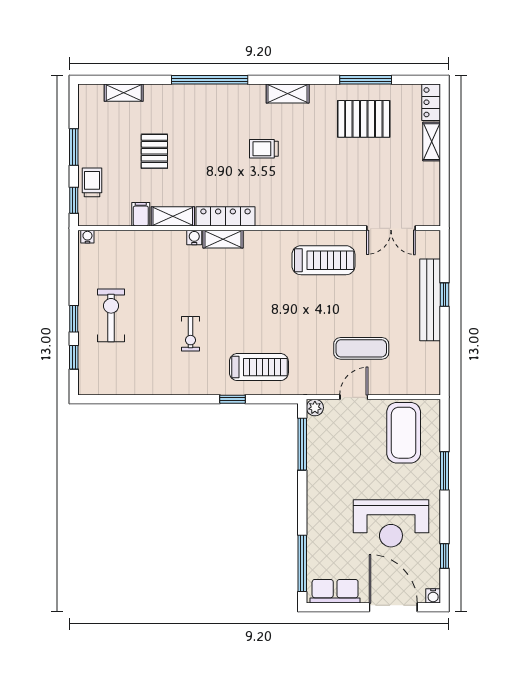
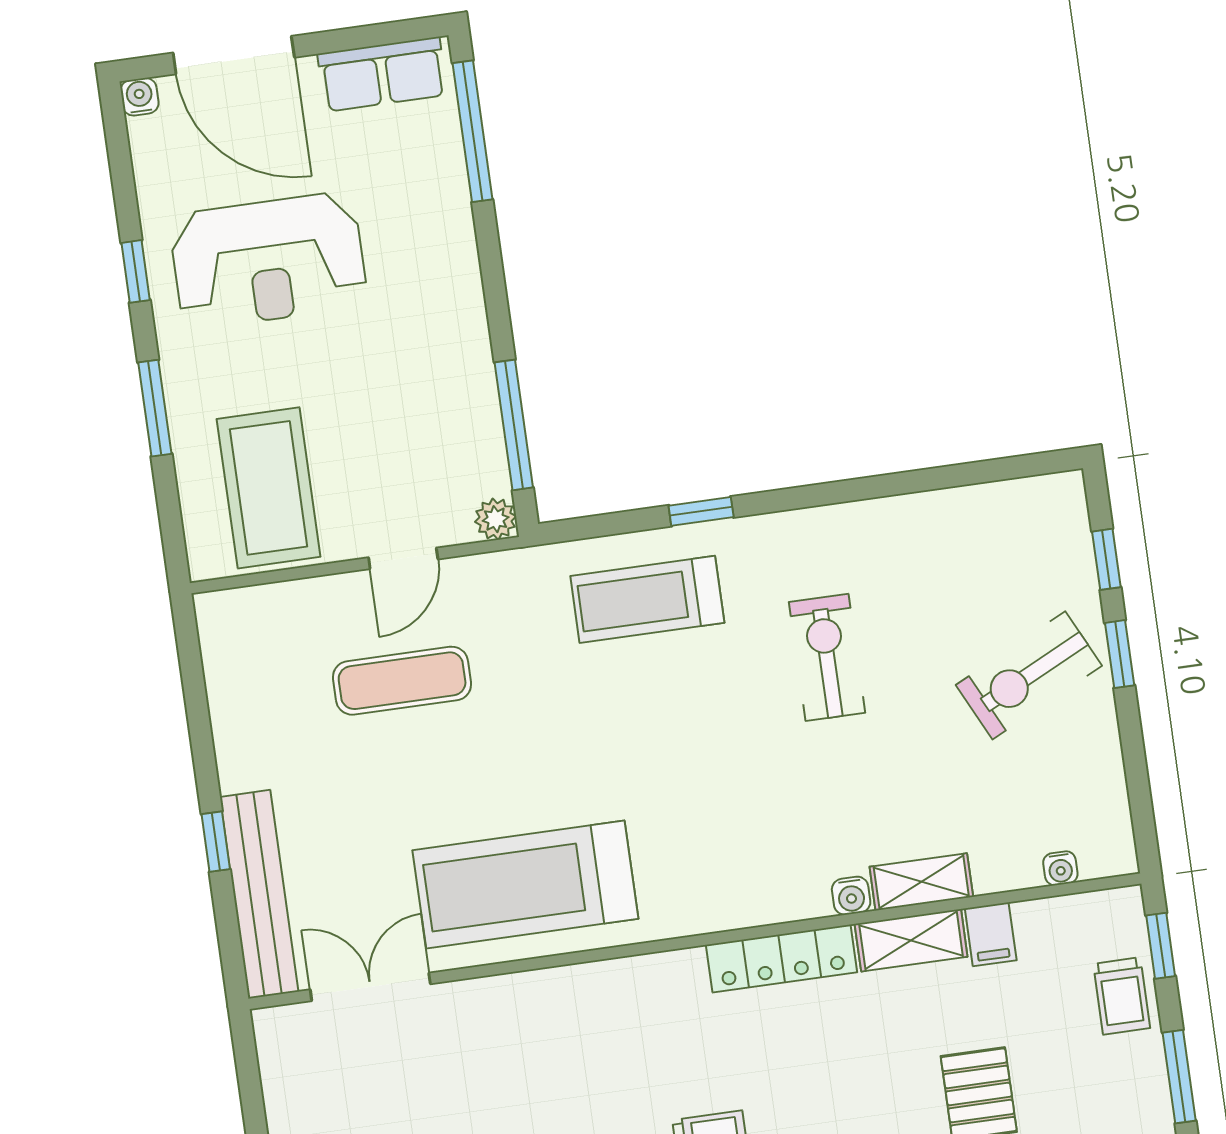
water cooler: (87, 237) -> (1060, 868), moved
shelving: (223, 239) -> (921, 882), moved
treadmill: (323, 260) -> (525, 885), width x1.37, depth x1.38
bench: (430, 300) -> (259, 894), moved
exercise bike: (111, 315) -> (1029, 675), turned 64
exercise bike: (190, 334) -> (827, 657), width x1.38, depth x1.39
reception desk: (391, 523) -> (268, 261), turned 180
window: (444, 556) -> (136, 271), moved

